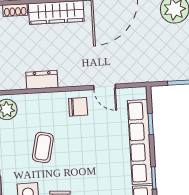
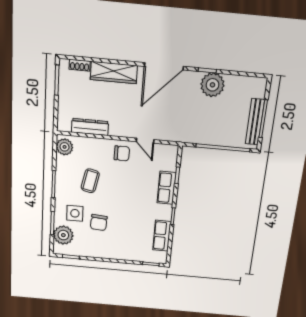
dresser: (42, 80) -> (90, 127), width x1.44
row of seats: (140, 142) -> (167, 188), width x0.50

